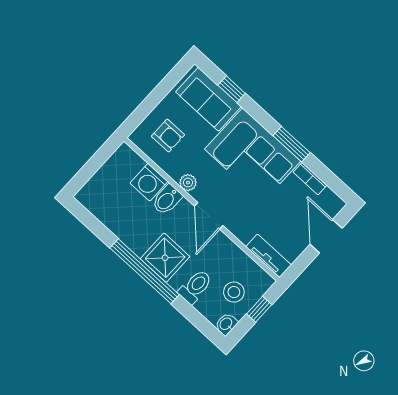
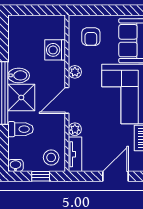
bidet: (167, 200) -> (19, 75), moved, turned 180
plant: (244, 234) -> (75, 129), added
stool: (234, 292) -> (51, 157), moved

